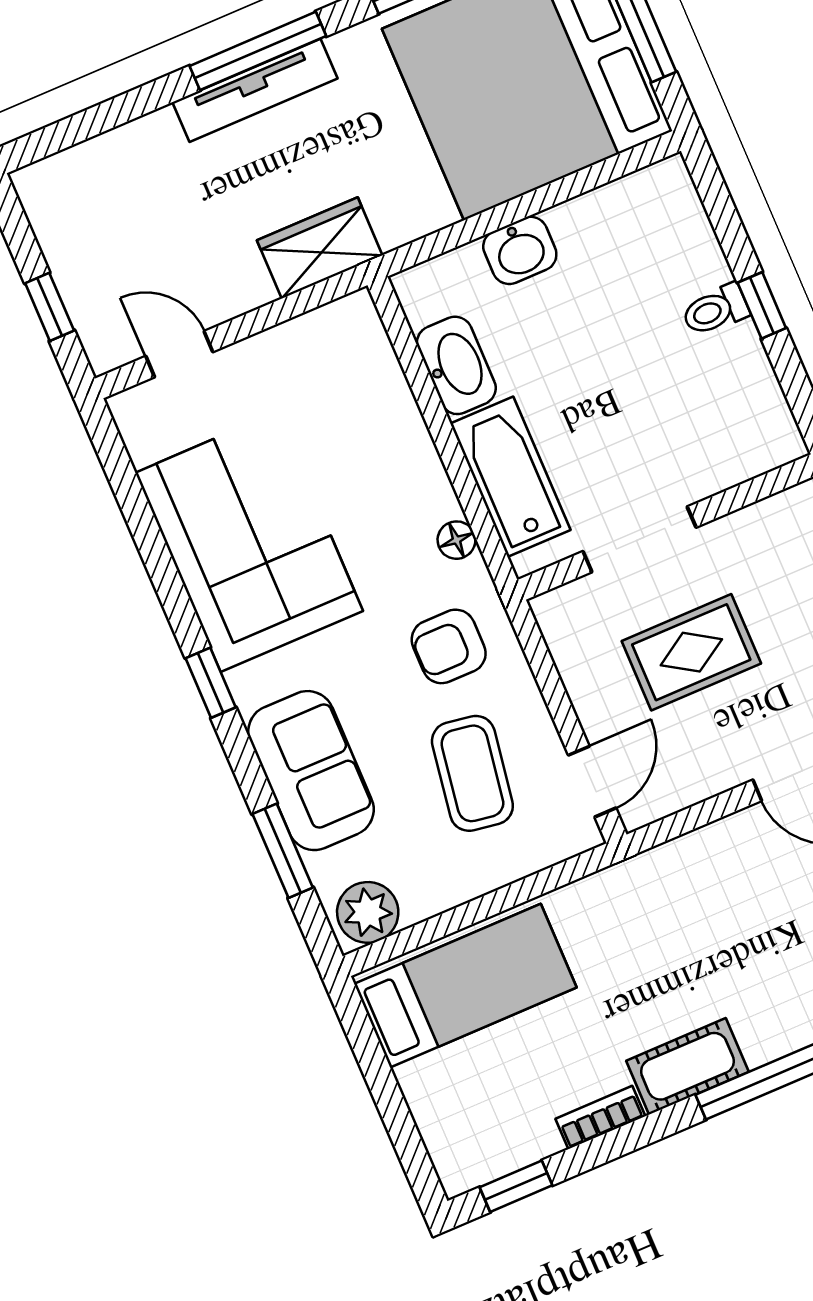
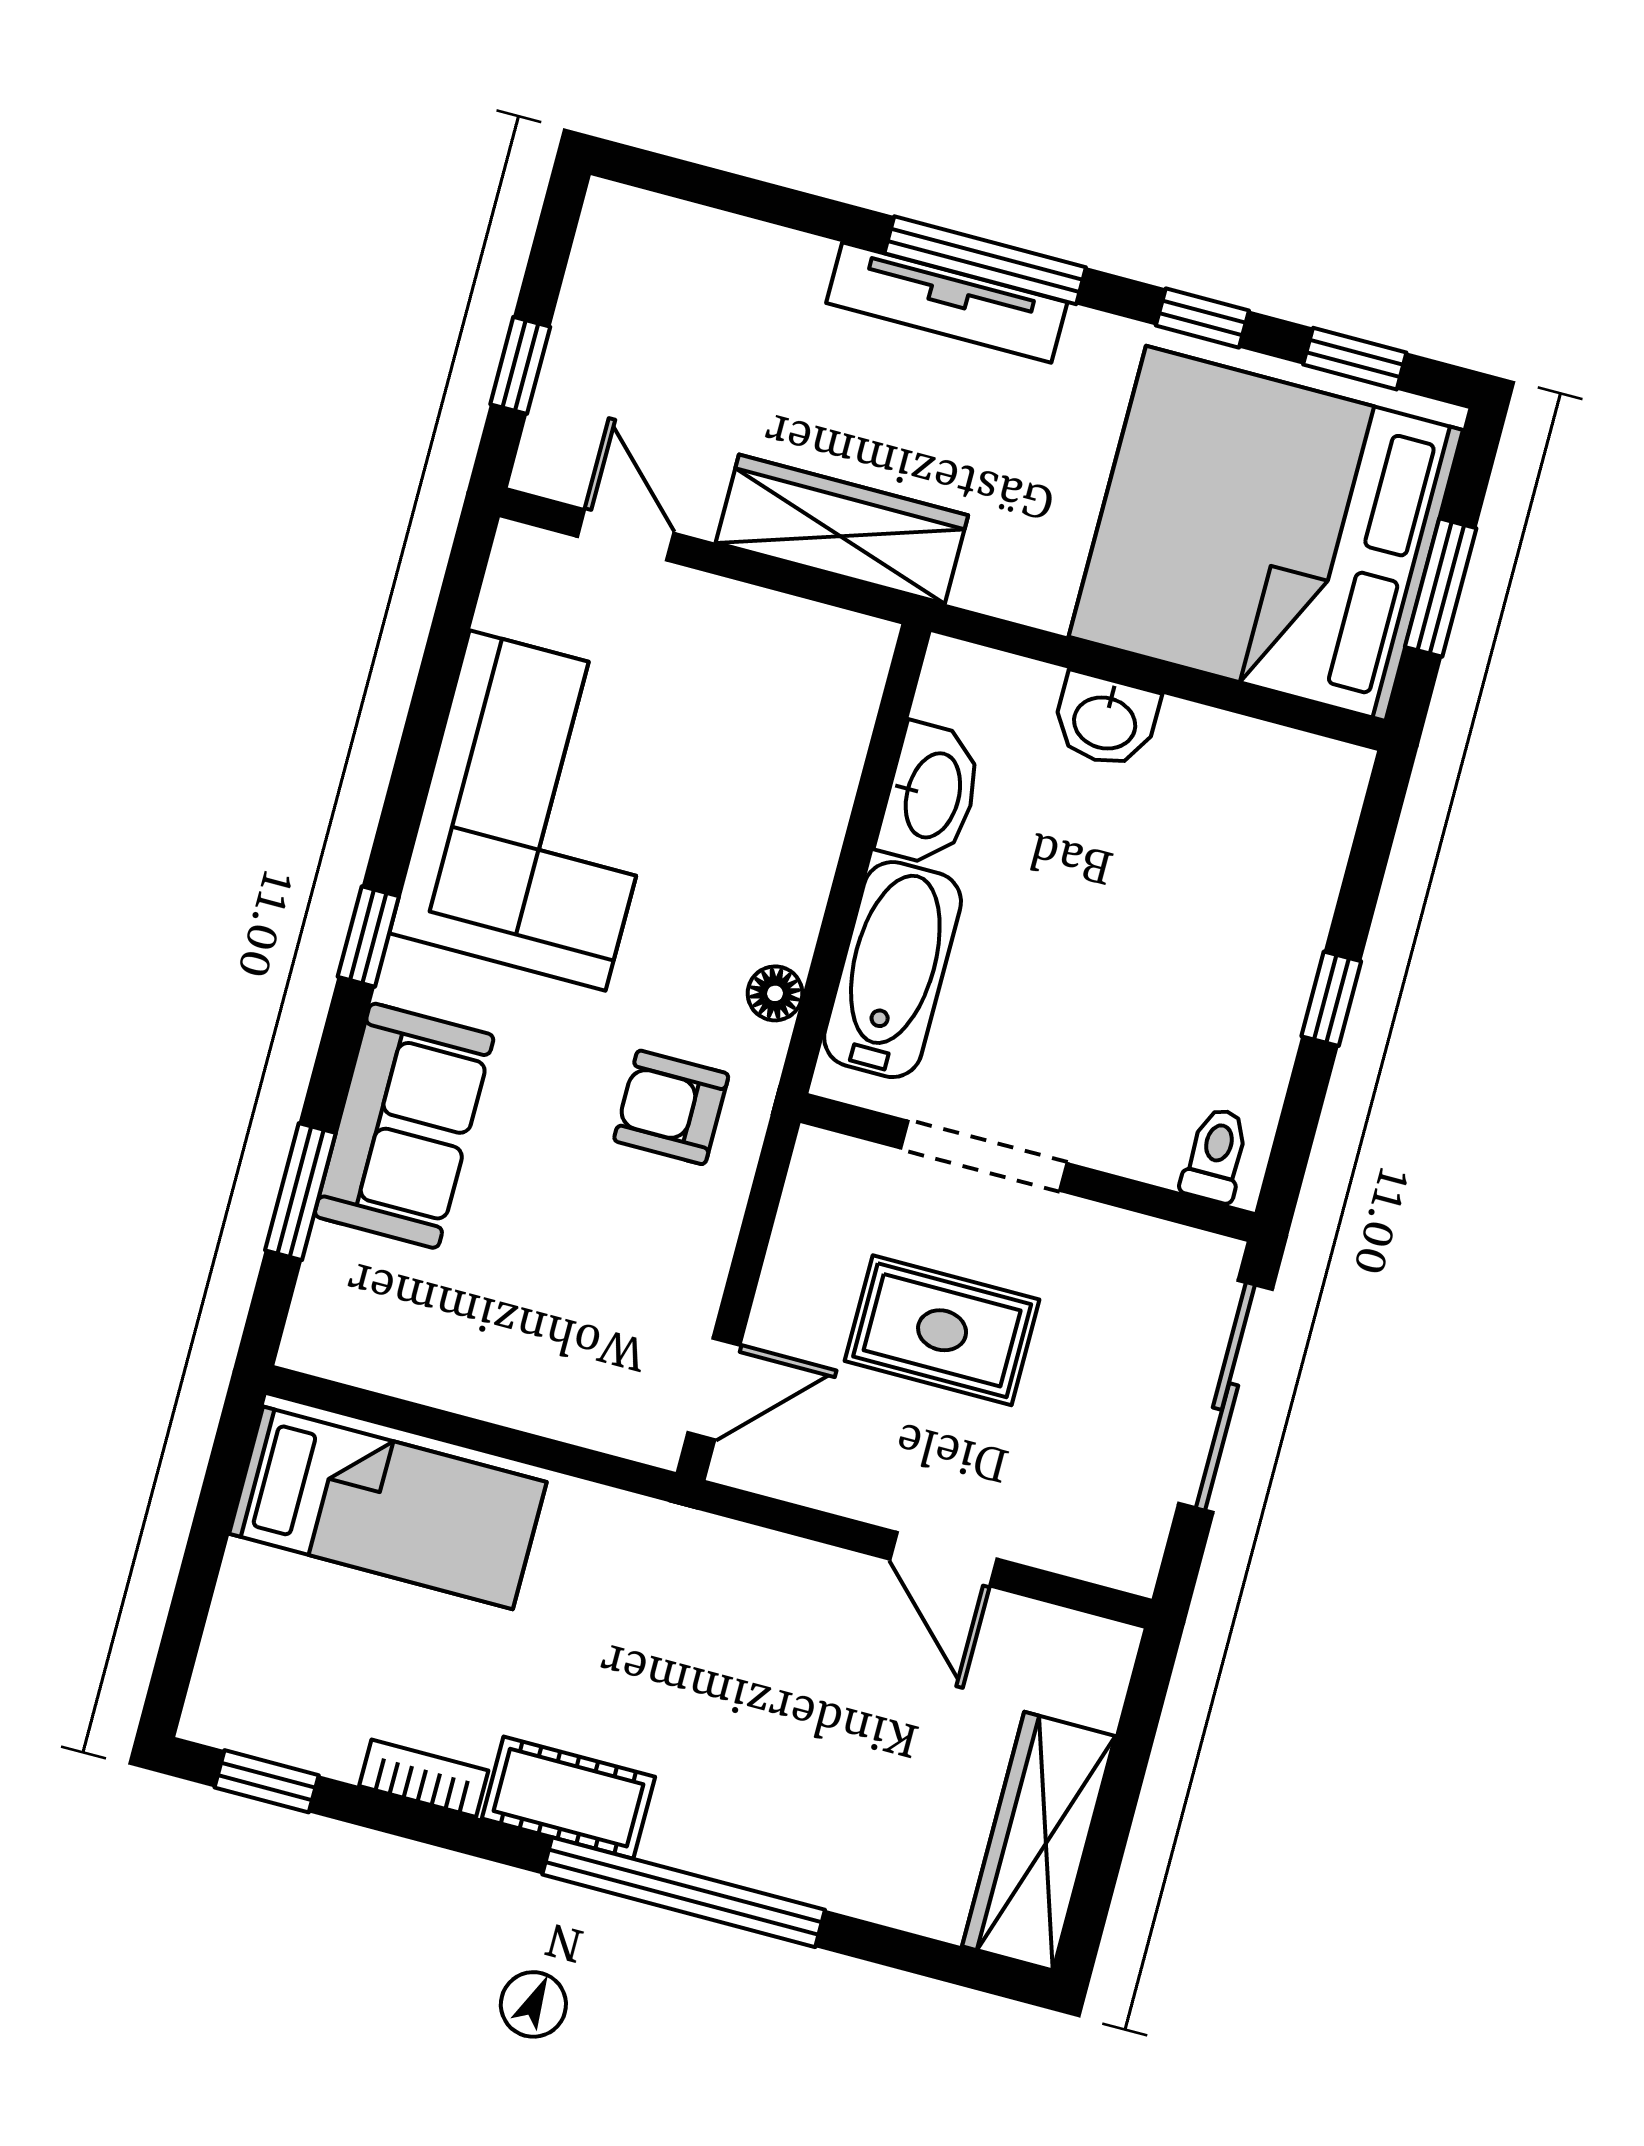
wardrobe: (320, 248) -> (842, 529), width x1.50
toilet: (715, 310) -> (1216, 1155), moved, turned 90
coffee table: (472, 773) -> (585, 1273), removed
plant: (368, 912) -> (342, 1338), removed

